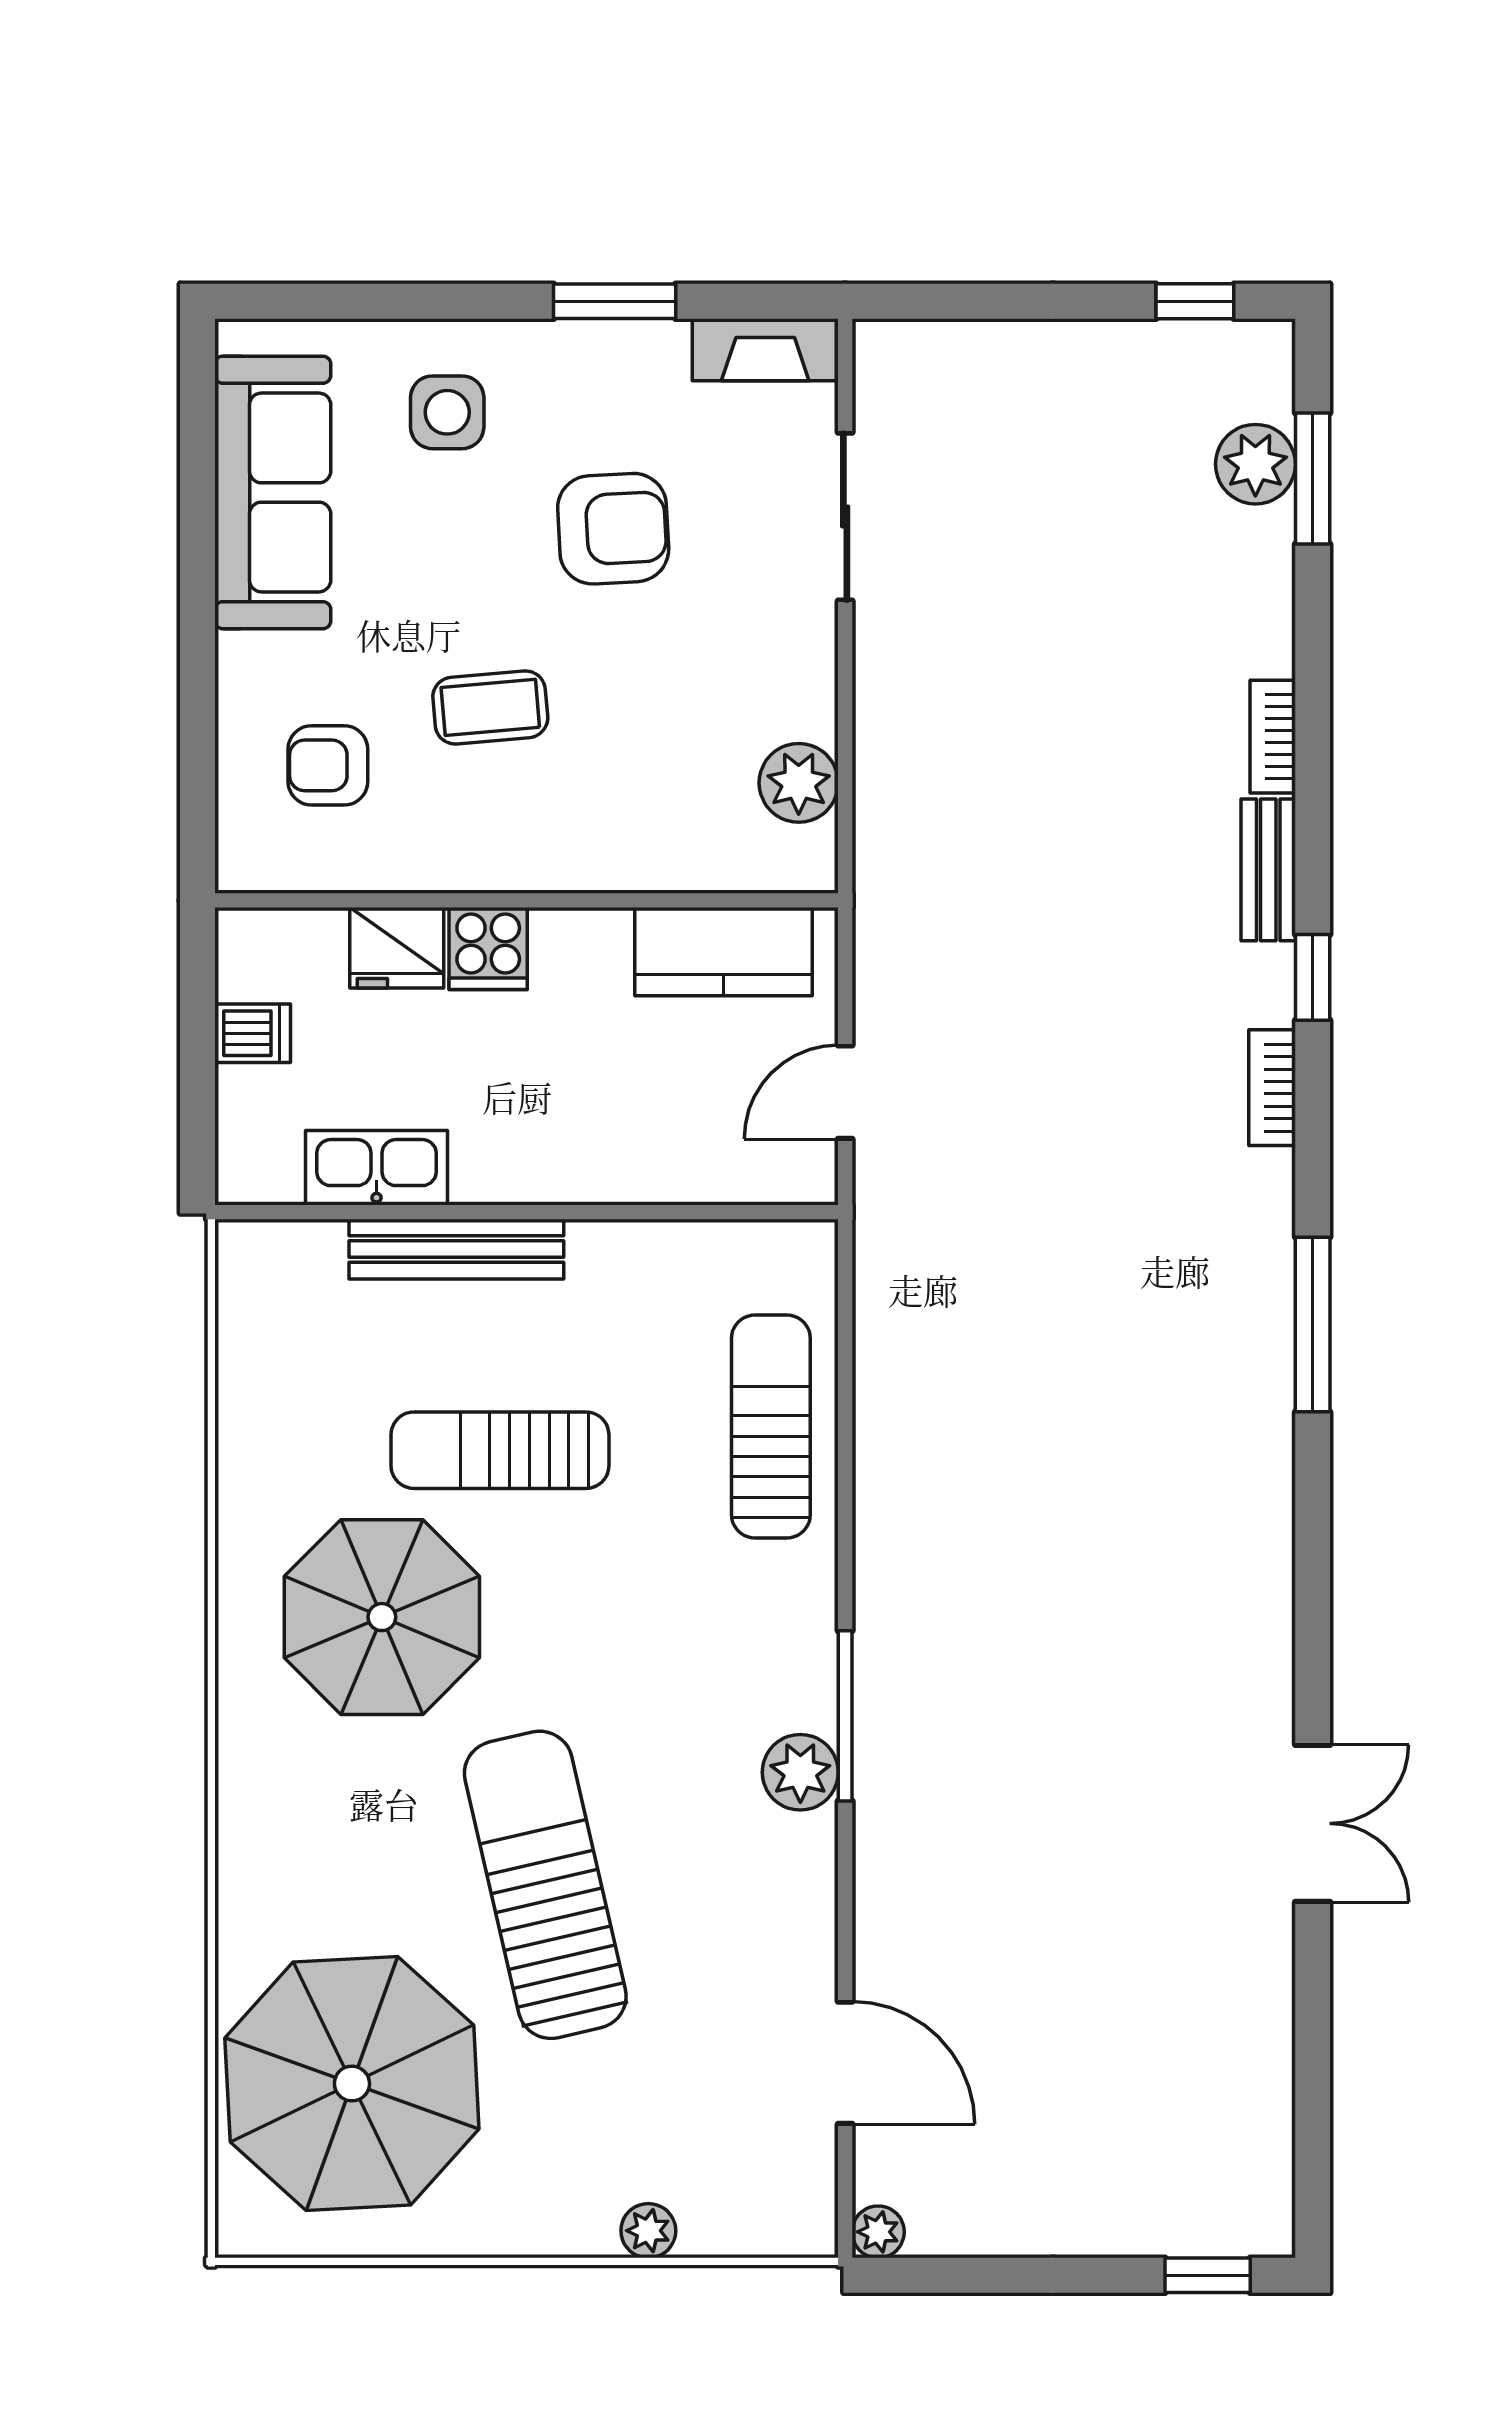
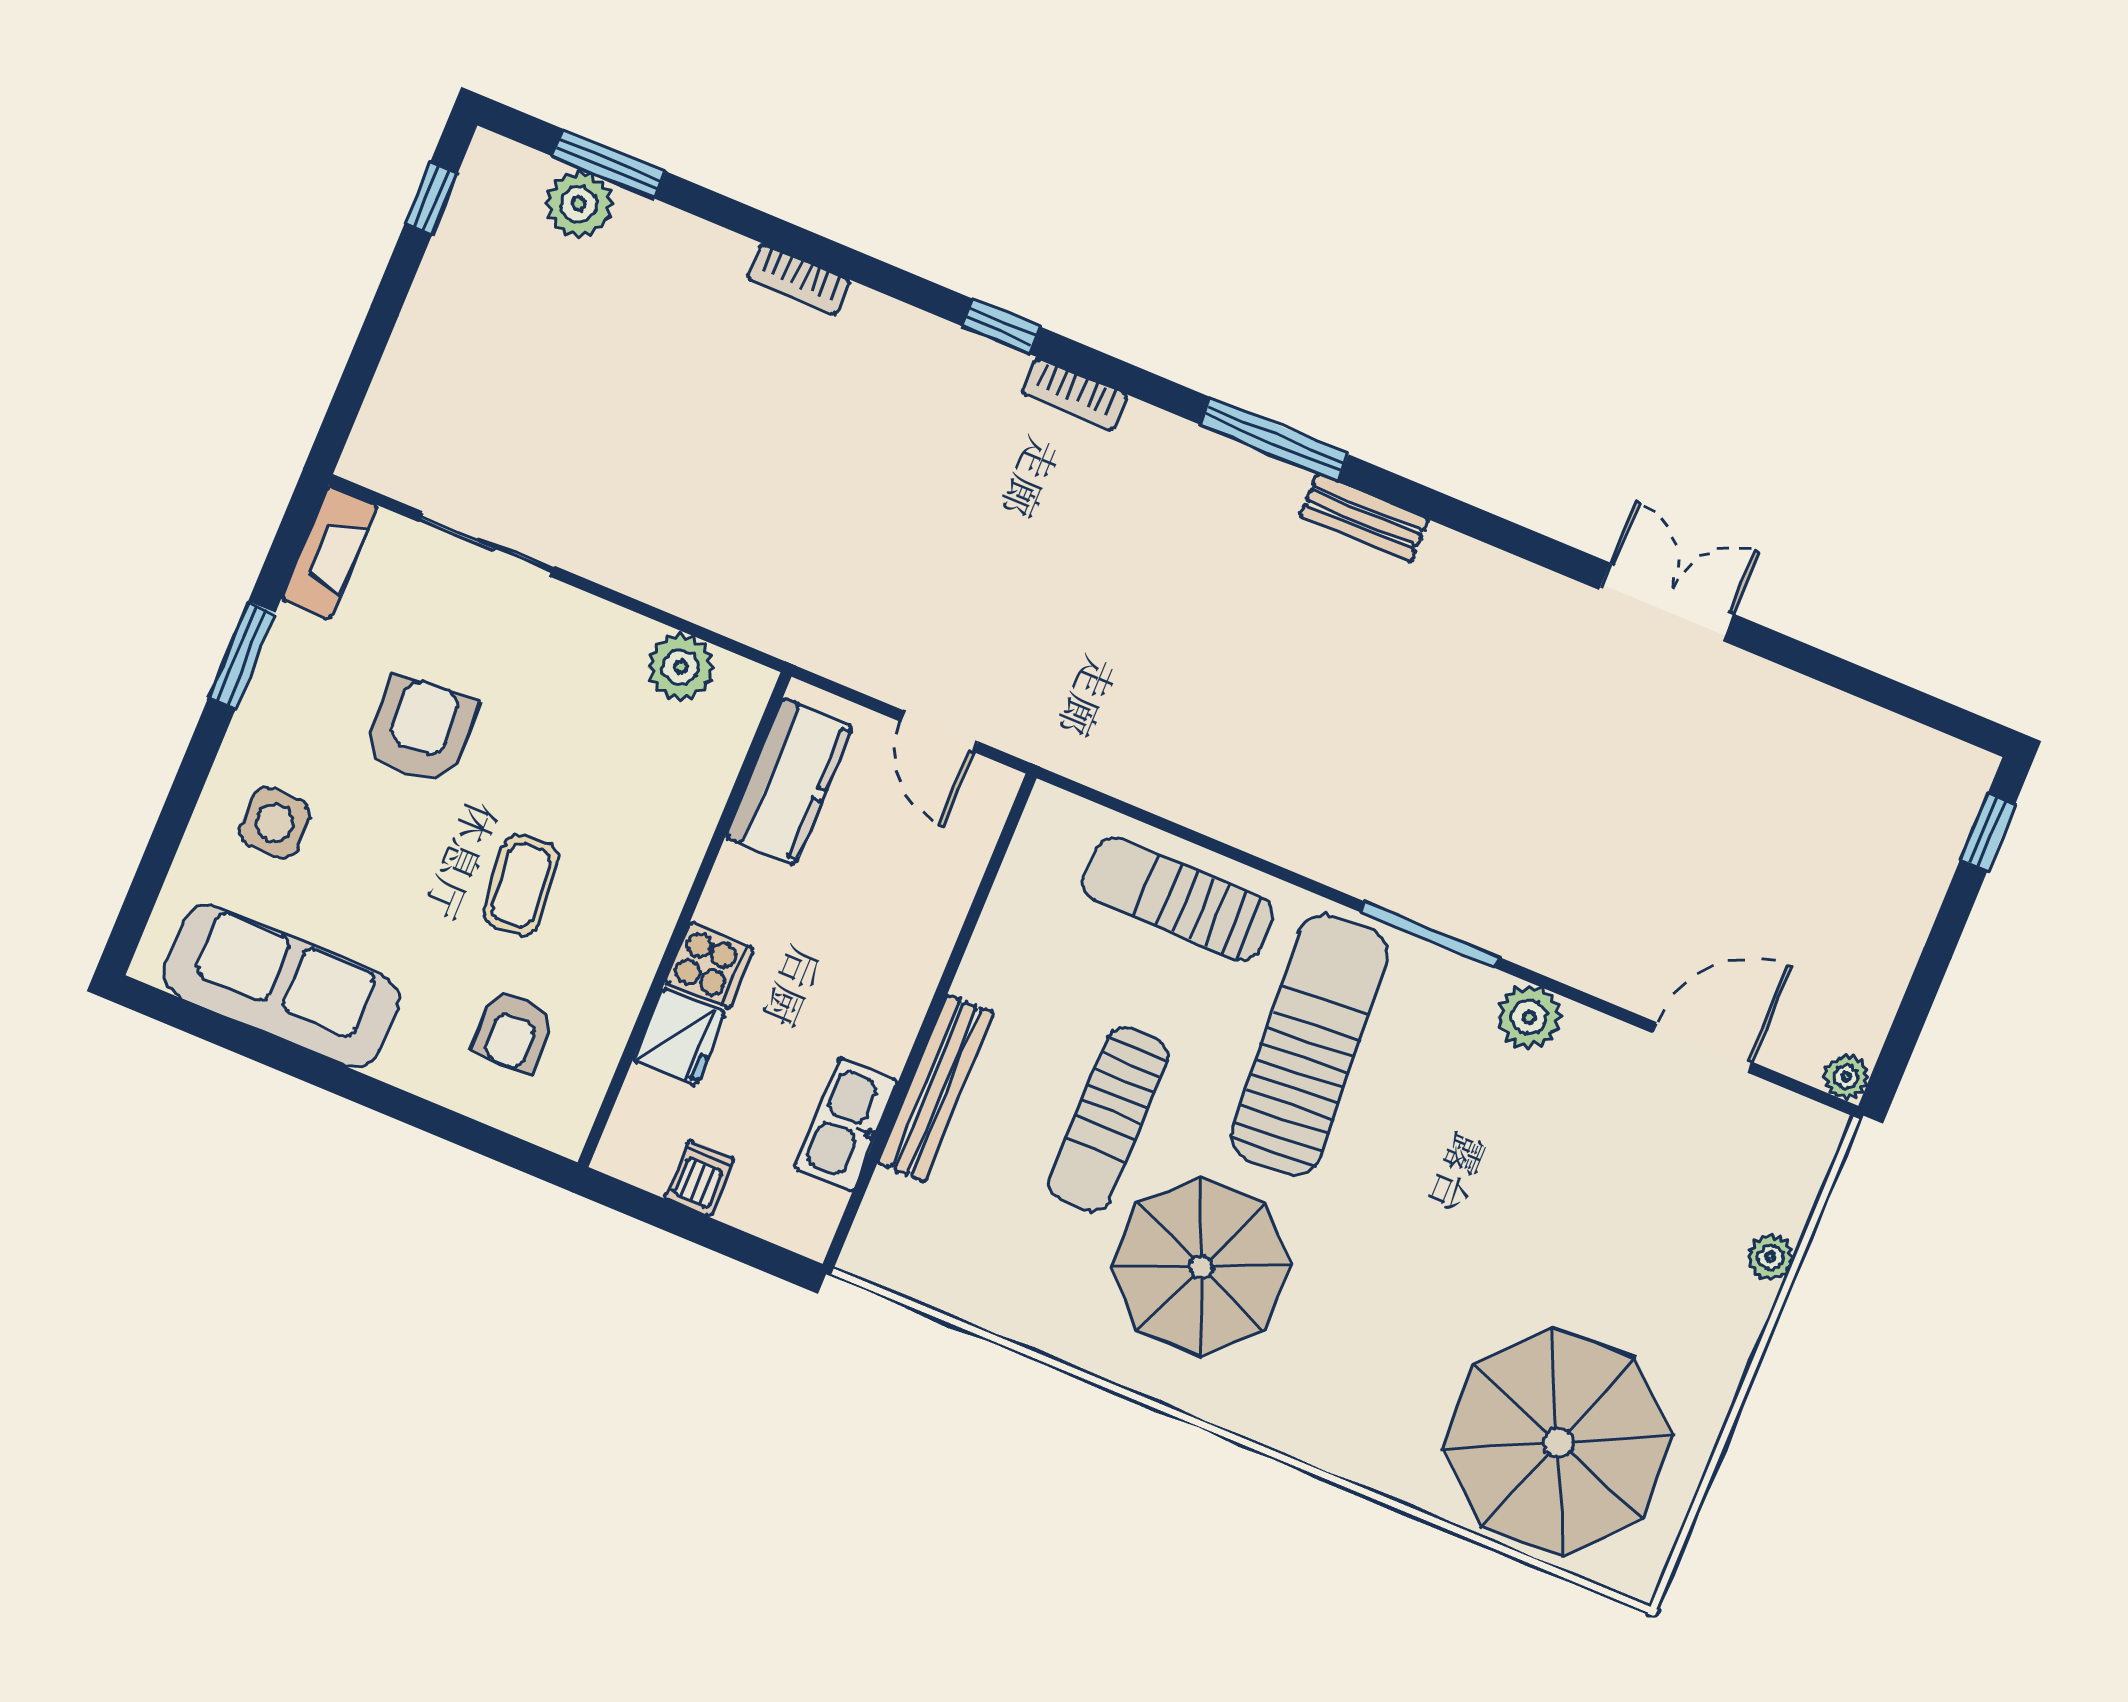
bench: (1268, 870) -> (1364, 518), moved
plant: (800, 1772) -> (1529, 1017), moved
sun lounger: (545, 1885) -> (1310, 1045), moved, turned 99

